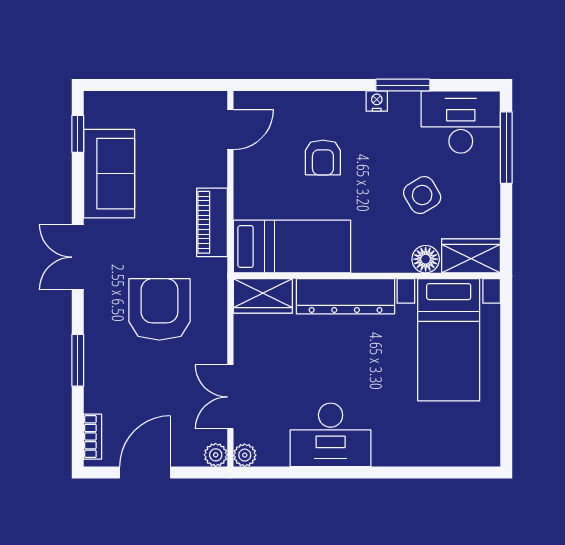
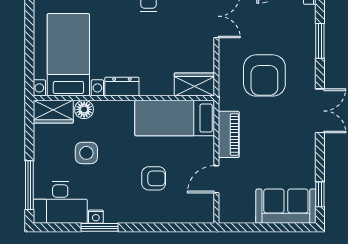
nightstand: (377, 101) -> (96, 217), moved
door: (230, 130) -> (216, 179), moved
armchair: (323, 157) -> (154, 178), turned 90
sofa: (109, 174) -> (286, 206), moved, turned 90
side table: (422, 195) -> (86, 153), turned 31
dresser: (346, 296) -> (122, 87), width x0.51, depth x0.80

